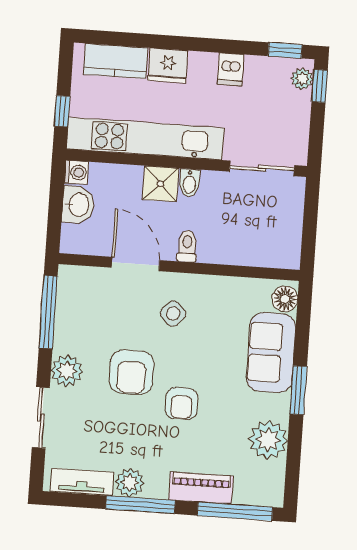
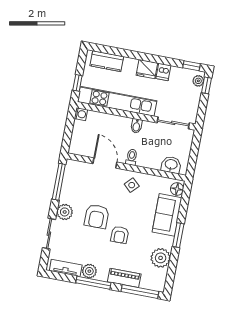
fridge: (168, 65) -> (147, 69), moved
shower: (161, 184) -> (122, 125), removed
washbasin: (78, 205) -> (171, 165), moved, turned -90
side table: (173, 314) -> (132, 185), moved

